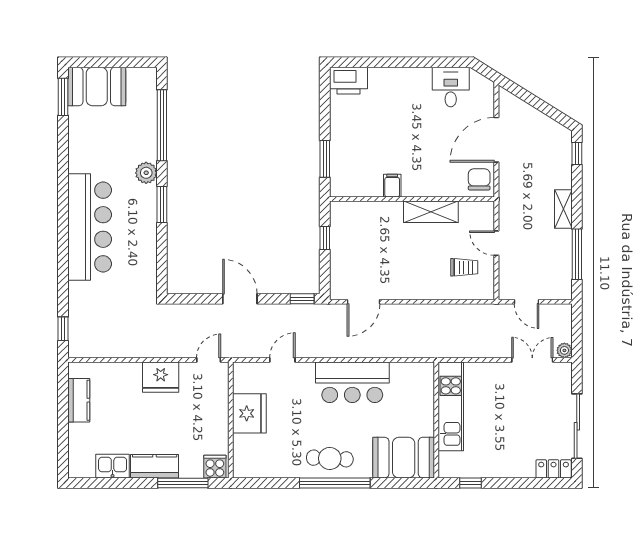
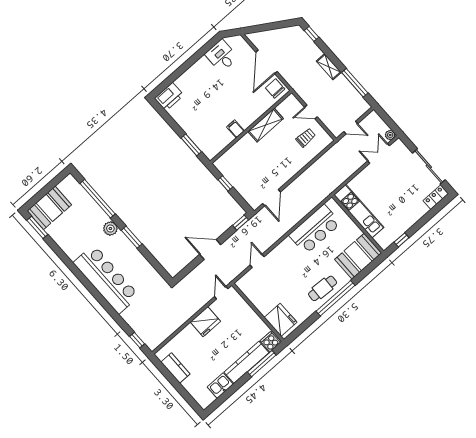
bar counter: (352, 382) -> (315, 229), moved
fridge: (249, 413) -> (281, 320), moved
kitchen counter: (155, 466) -> (247, 362), width x1.50

